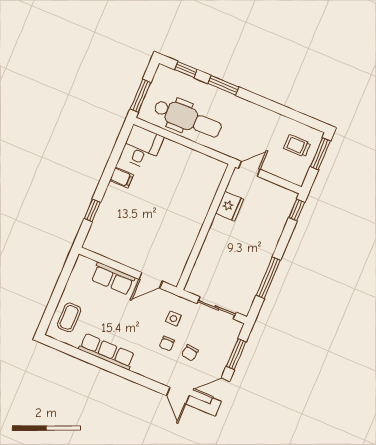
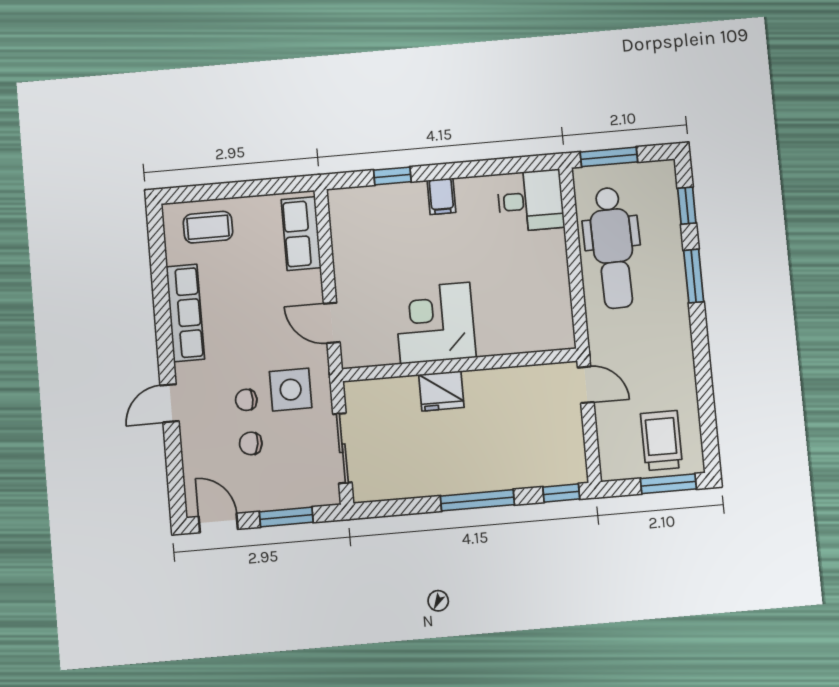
trolley: (297, 146) -> (661, 441), width x1.36, depth x1.39
filing cabinet: (121, 178) -> (442, 196), moved
fridge: (230, 206) -> (441, 391), moved
corner desk: (178, 228) -> (435, 323), added
window: (268, 278) -> (477, 500), moved
row of seats: (113, 279) -> (301, 234), moved
side table: (173, 319) -> (291, 390), width x1.87, depth x1.87
door: (178, 396) -> (170, 403), moved

